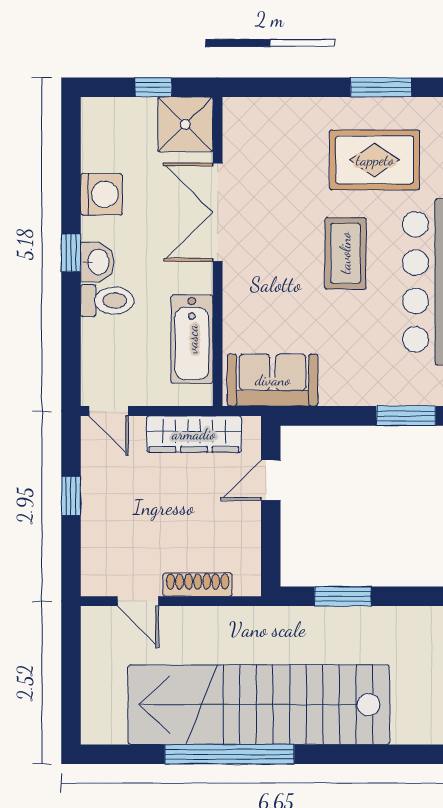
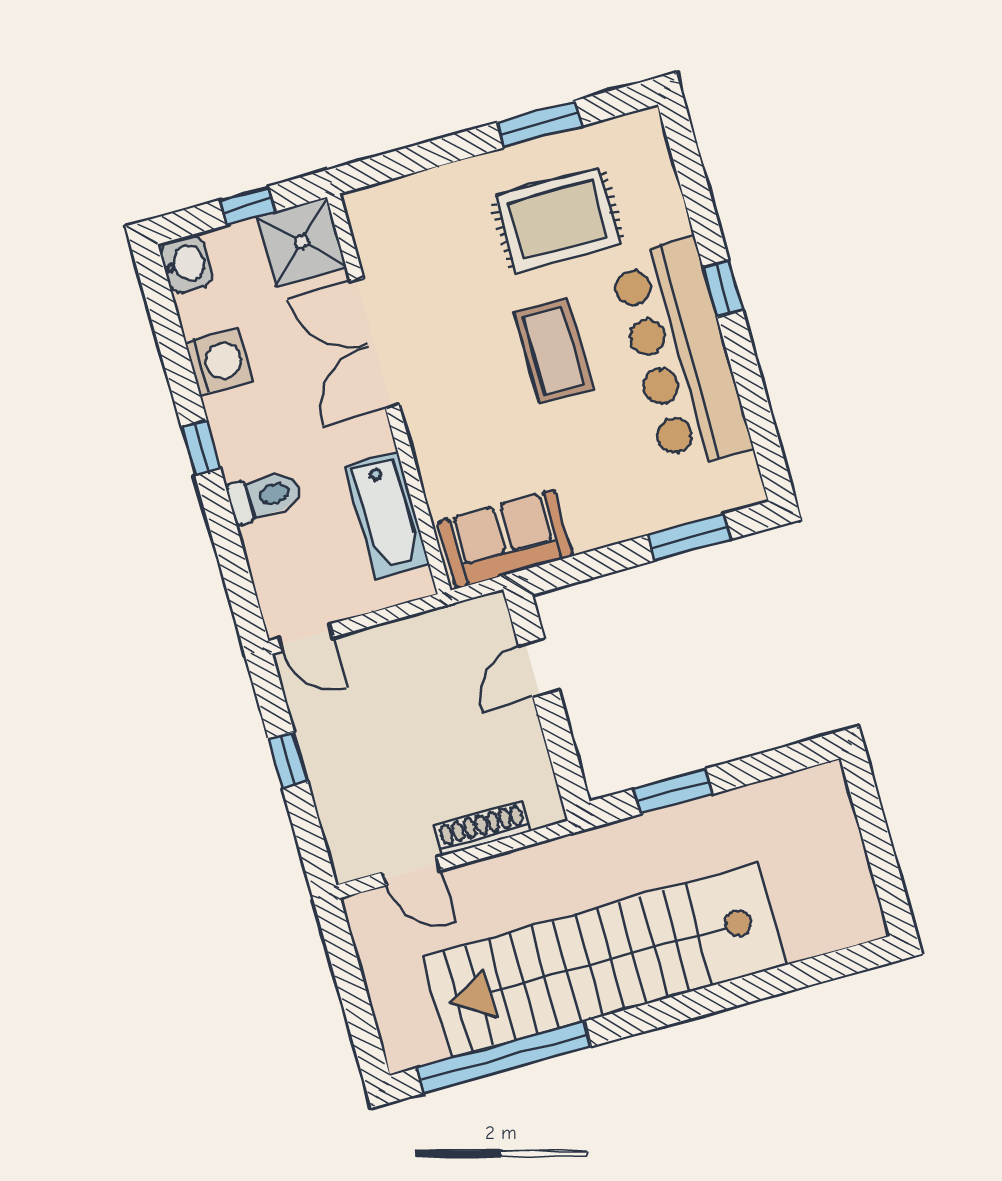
washbasin: (97, 262) -> (186, 264), moved
wardrobe: (194, 434) -> (424, 637), removed
window: (229, 754) -> (504, 1057), moved

